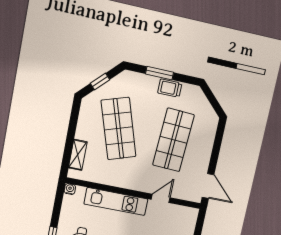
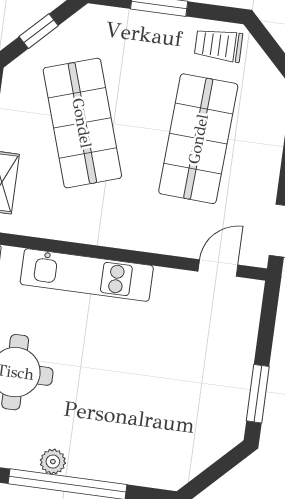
trolley: (170, 88) -> (219, 45), moved
door: (161, 198) -> (218, 268), moved

